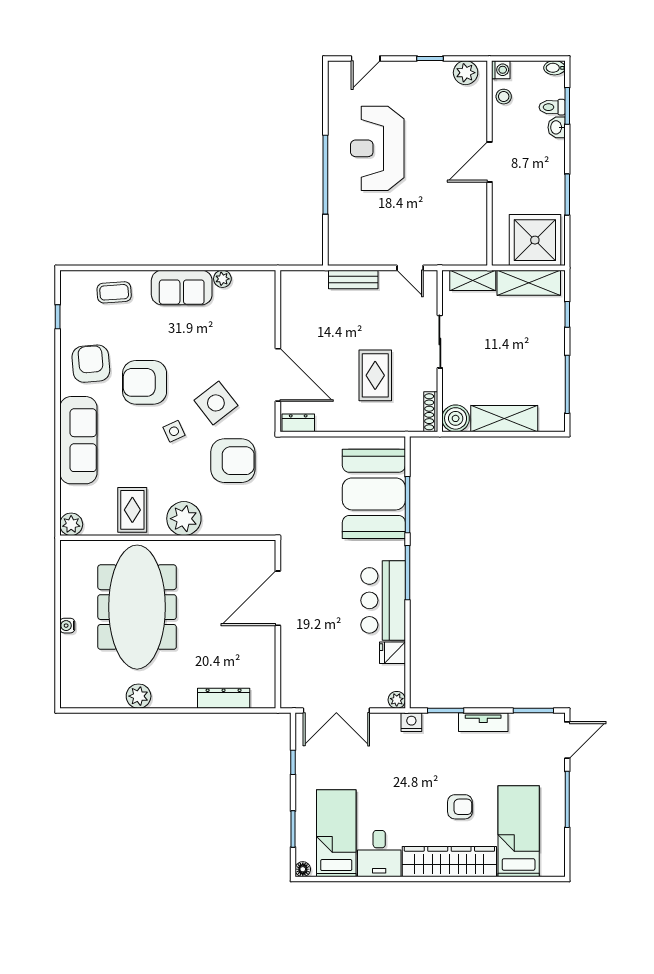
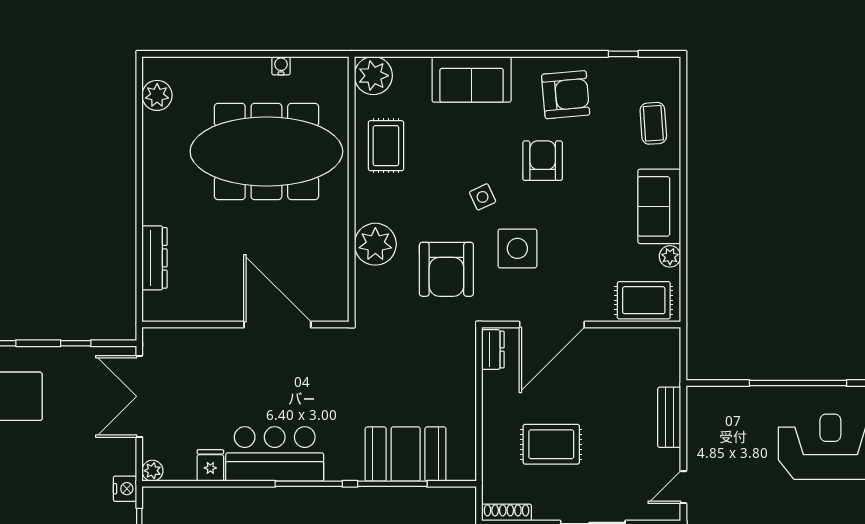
rug: (258, 300) -> (644, 300), added
armchair: (145, 382) -> (543, 161), width x0.73, depth x0.73
side table: (216, 403) -> (517, 248), turned 38
sofa: (78, 440) -> (472, 79), width x0.73
booth: (374, 494) -> (406, 454), width x0.73, depth x0.70
rug: (132, 510) -> (386, 146), turned 90
plant: (184, 519) -> (375, 244), moved
plant: (71, 524) -> (373, 76), width x1.36, depth x1.36
water cooler: (67, 626) -> (281, 66), moved
plant: (139, 696) -> (157, 95), moved

